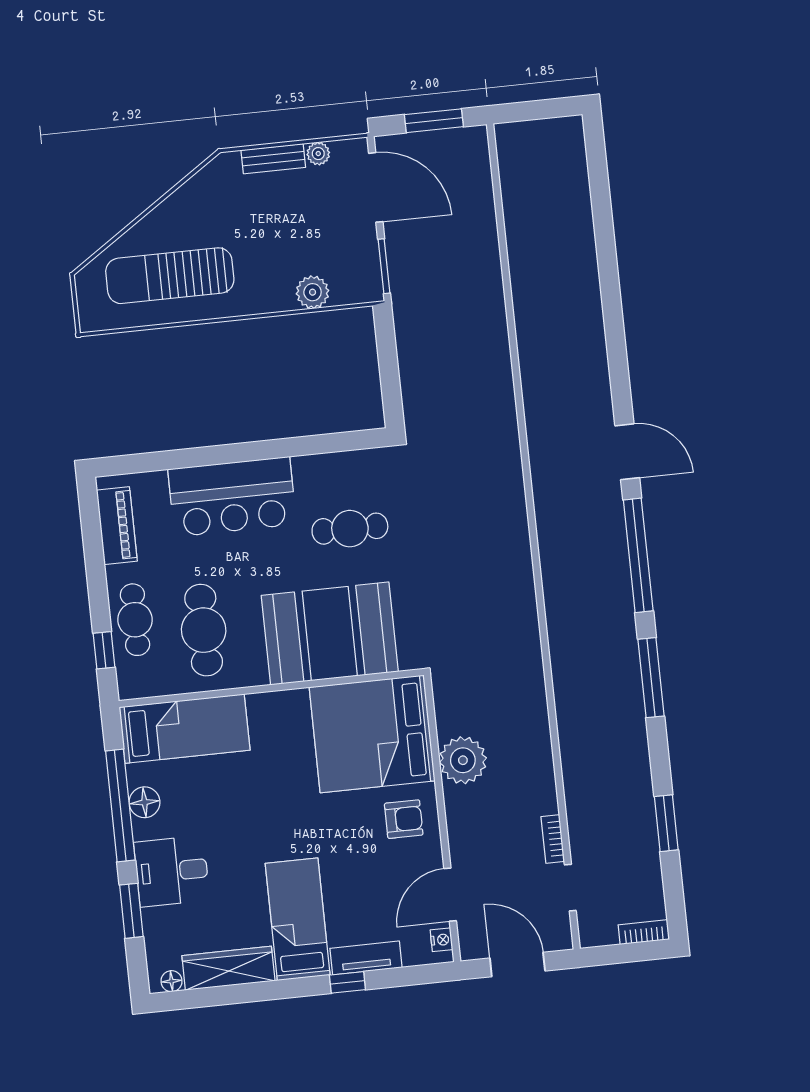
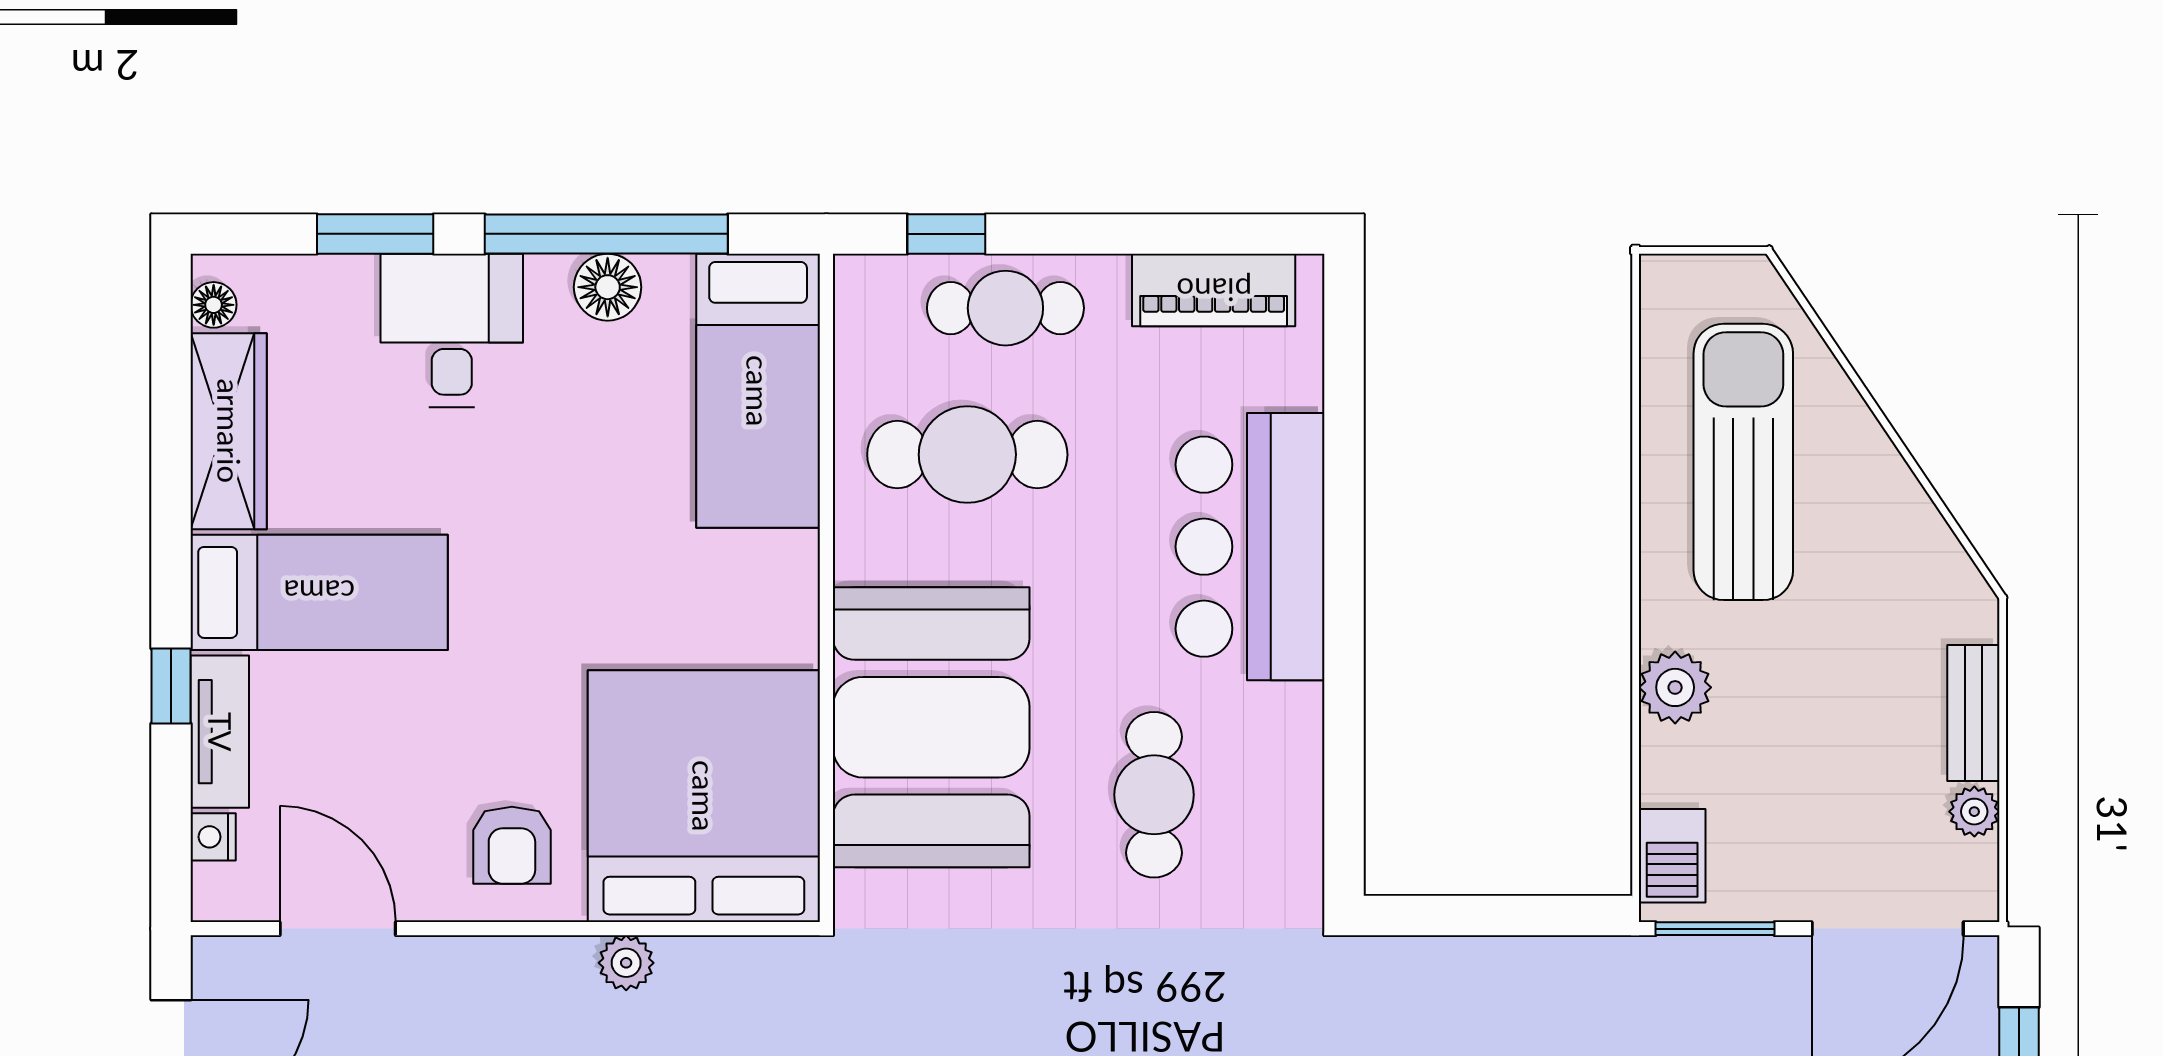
barbecue: (353, 289) -> (1672, 856), added
plant: (313, 292) -> (1675, 687), moved
plant: (463, 760) -> (626, 963), width x0.53, depth x0.53
nightstand: (441, 940) -> (213, 837), moved, turned 90

